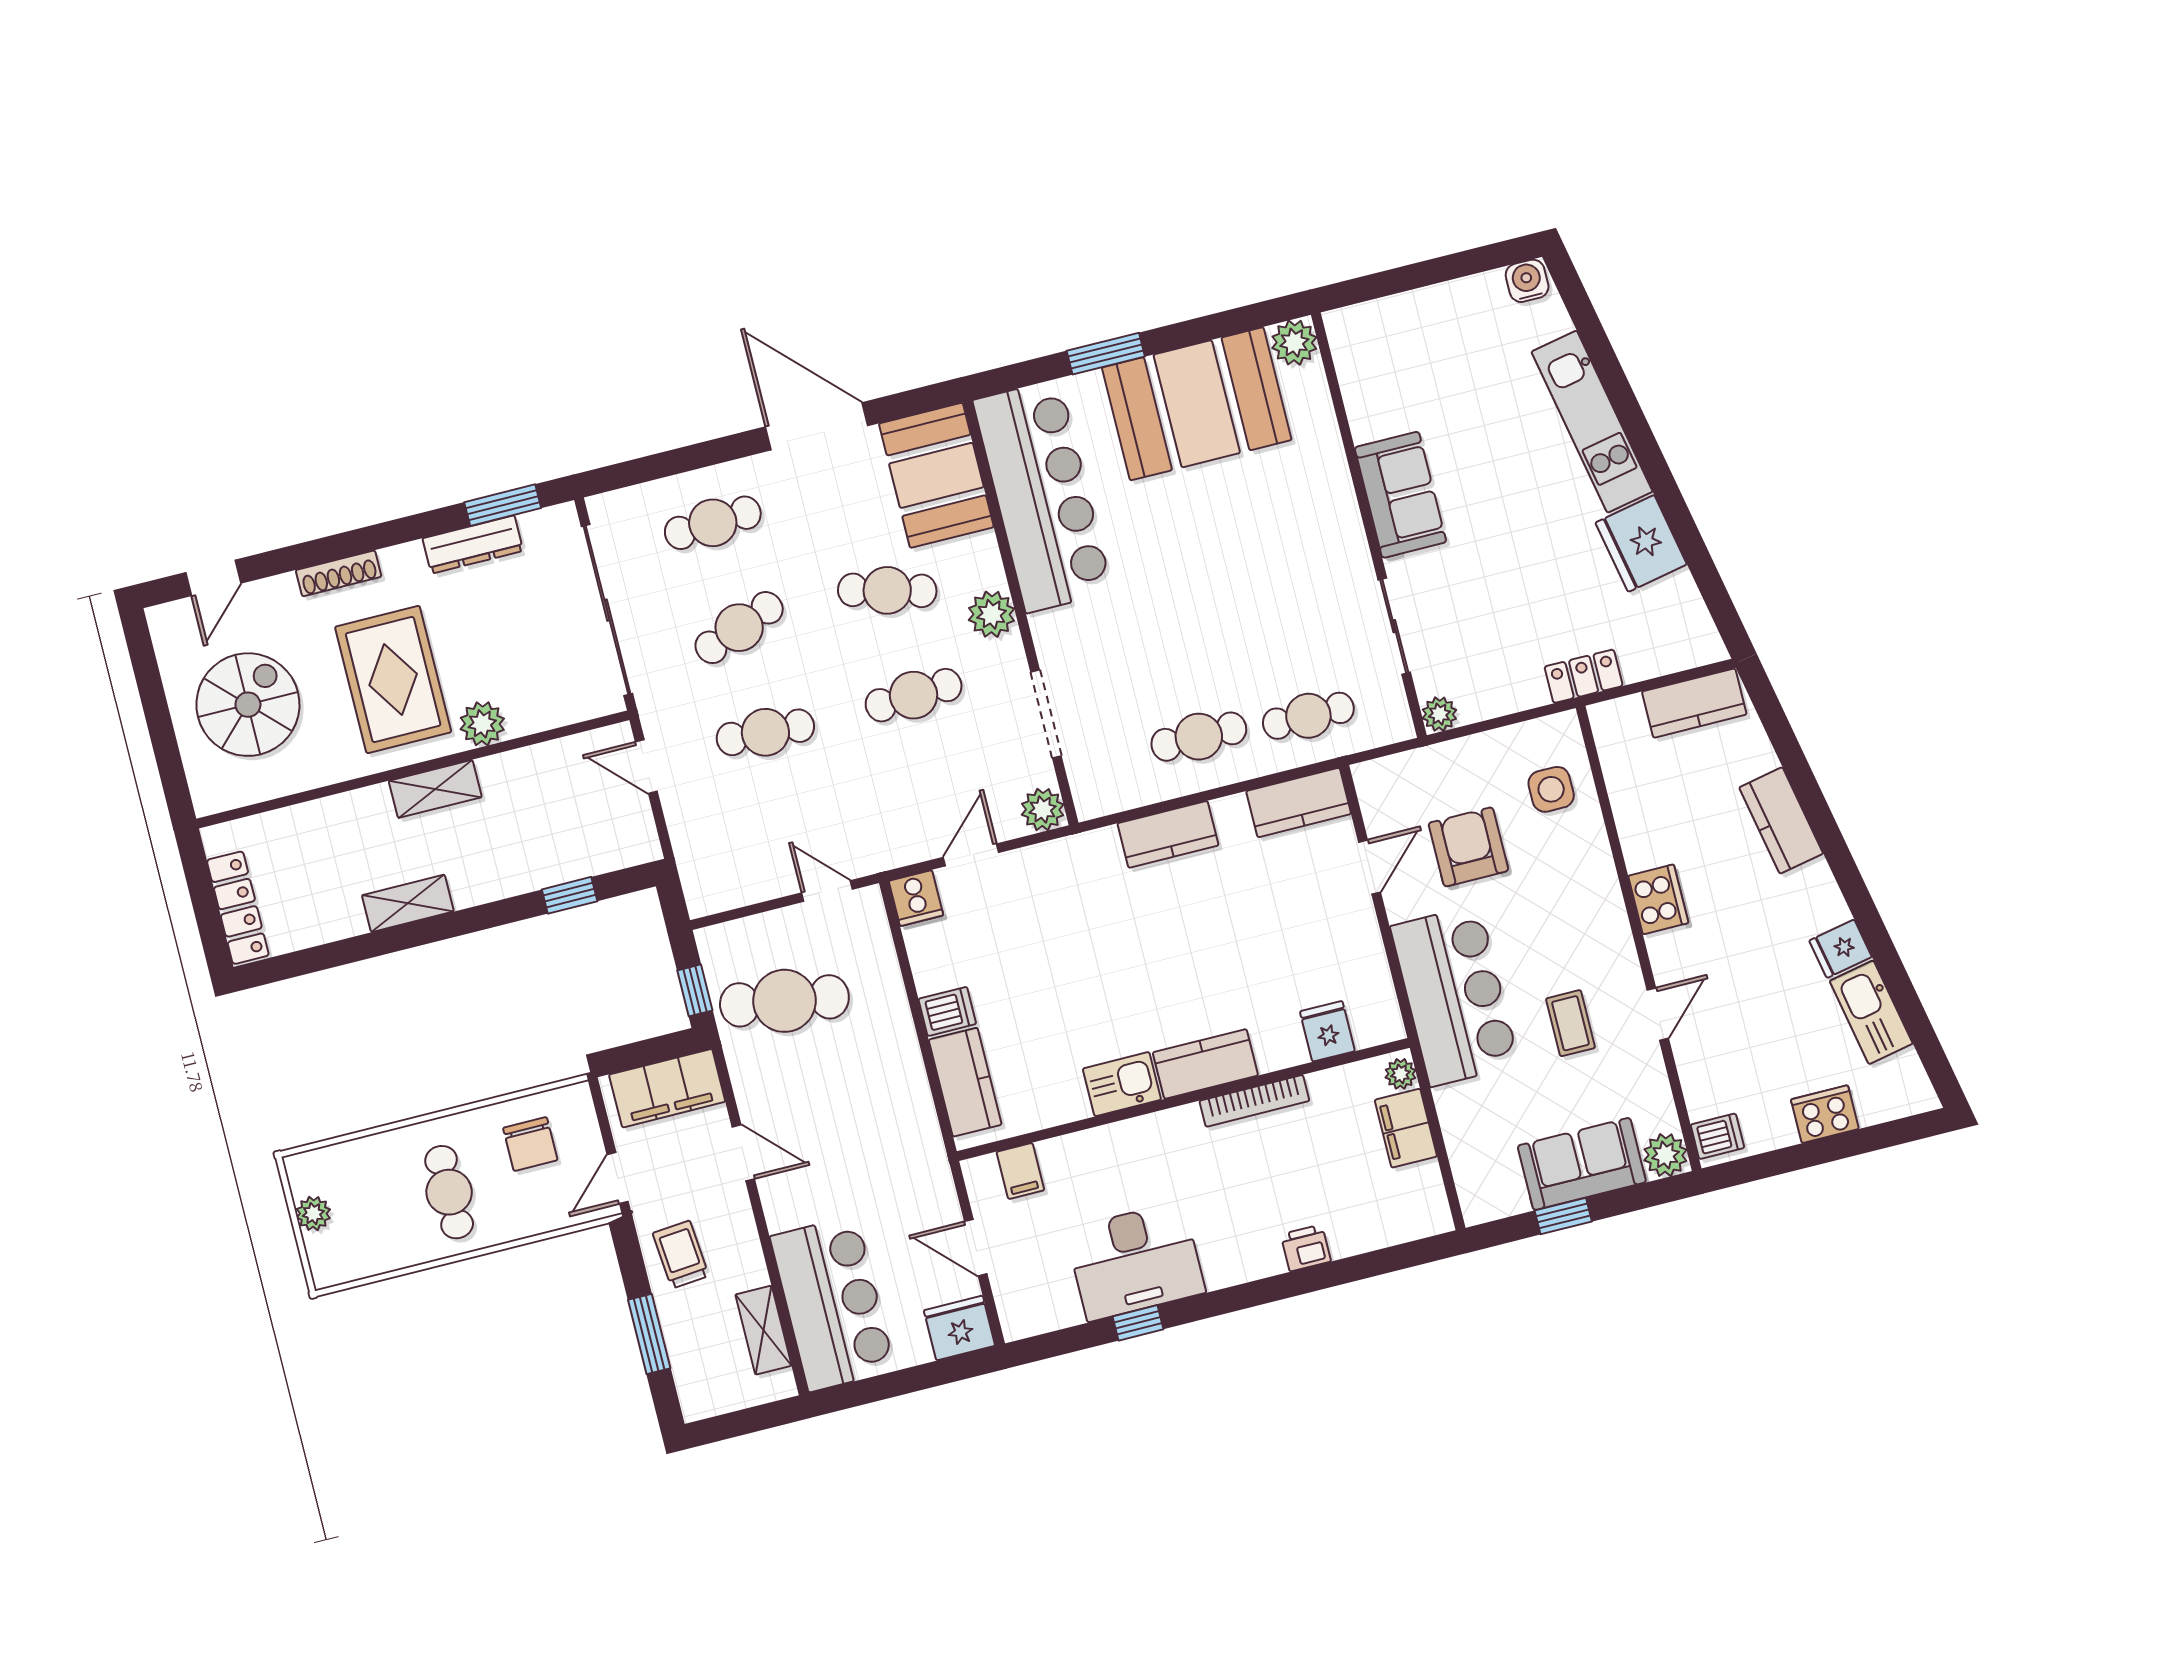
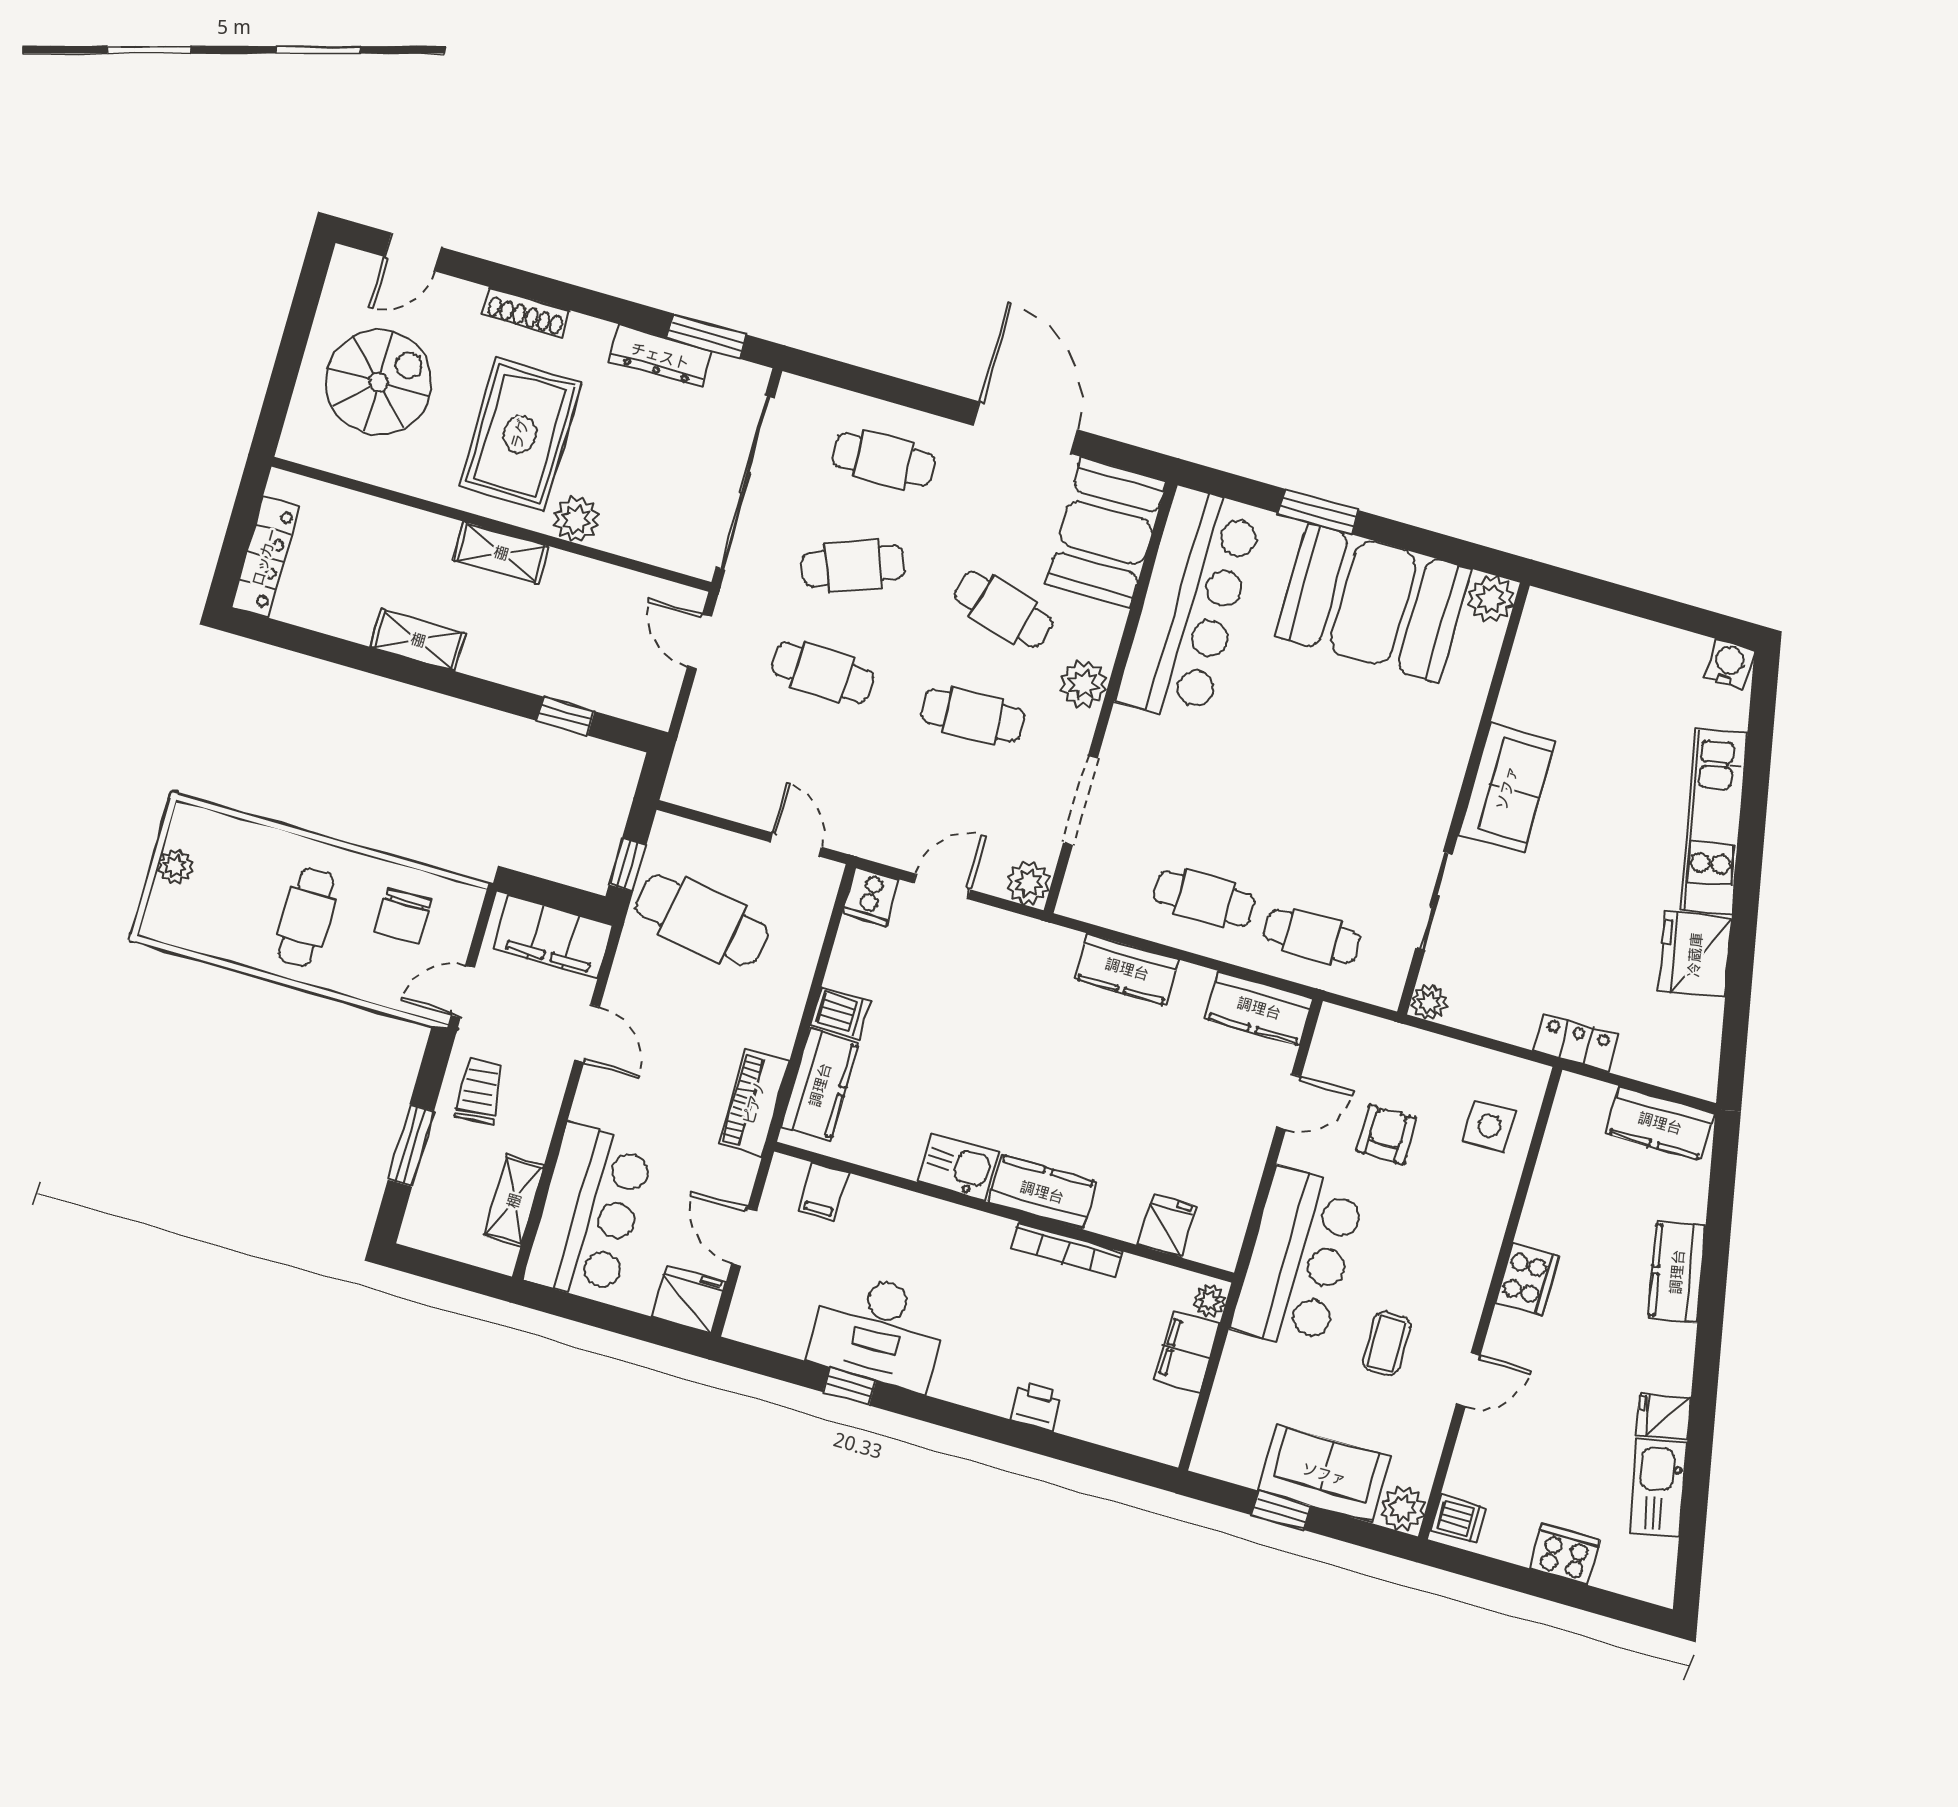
armchair: (1468, 847) -> (1386, 1135), width x0.72, depth x0.72
piano: (919, 1130) -> (754, 1103), added

